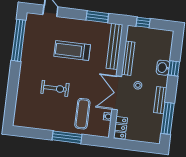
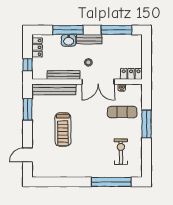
locker: (160, 34) -> (37, 47), added
window: (19, 40) -> (111, 182), moved
window: (174, 68) -> (68, 30), width x2.17
exercise bike: (55, 88) -> (121, 152), moved
bench: (160, 100) -> (89, 39), moved

